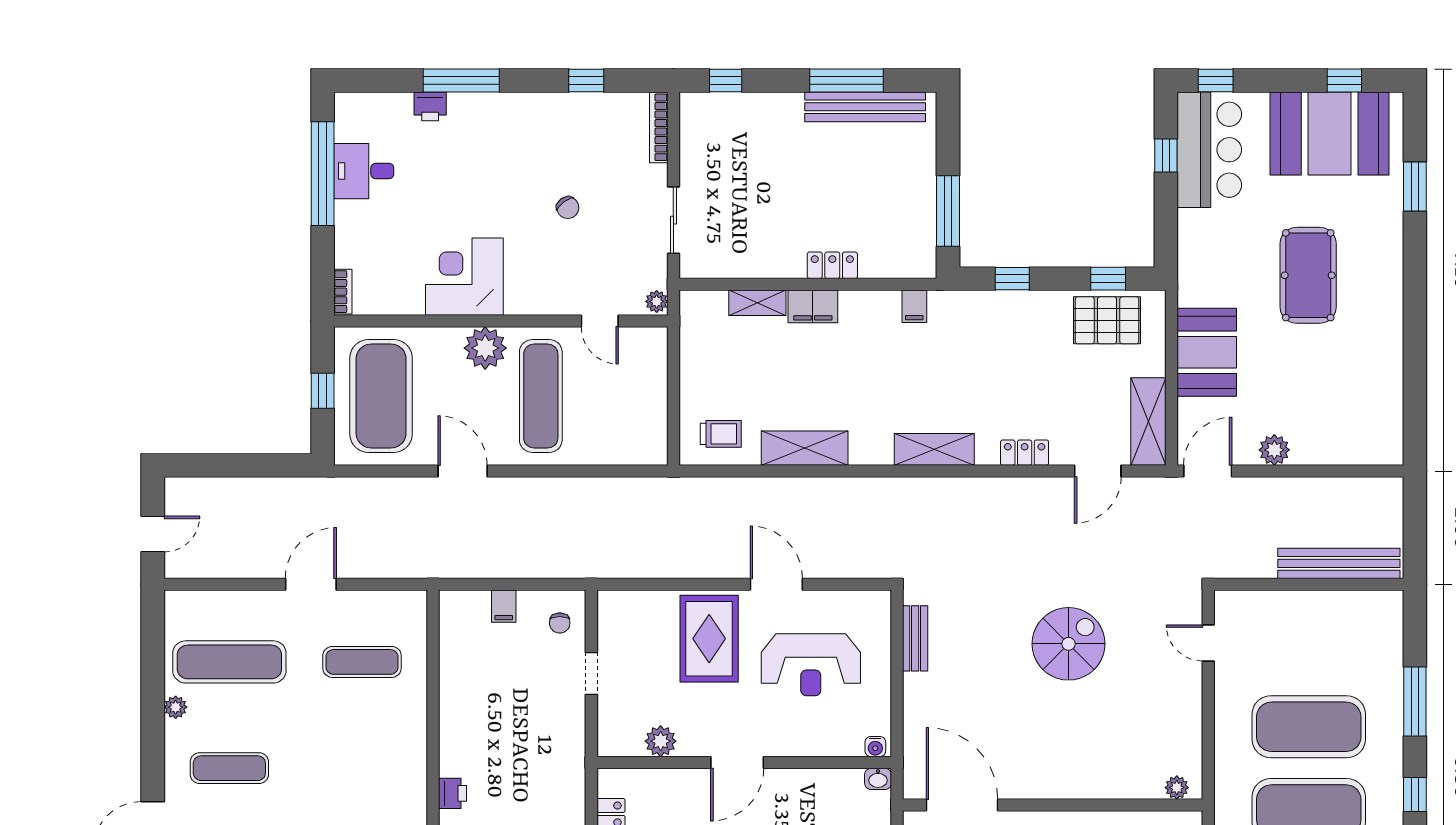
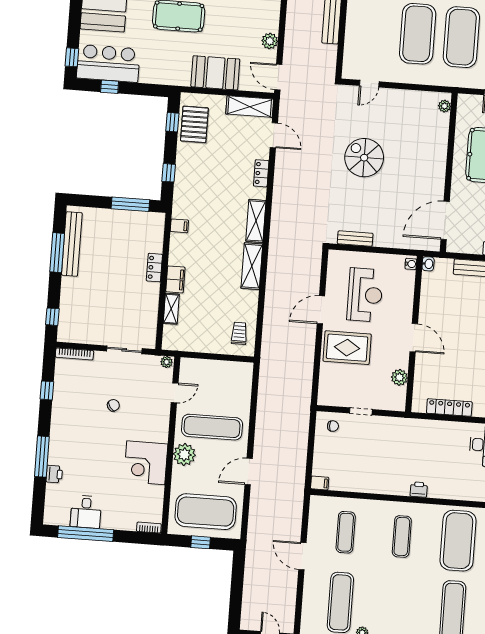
shelving: (805, 448) -> (252, 266), moved
filing cabinet: (504, 606) -> (320, 483), moved
exercise mat: (229, 768) -> (402, 536), moved

